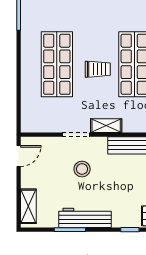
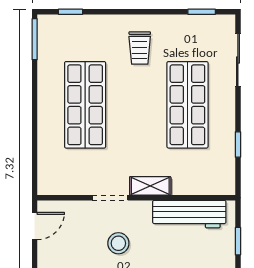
trolley: (98, 69) -> (140, 48), moved, turned 90

